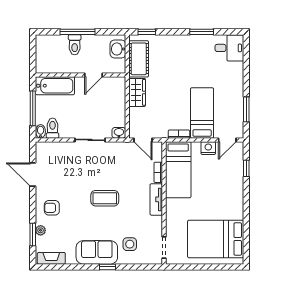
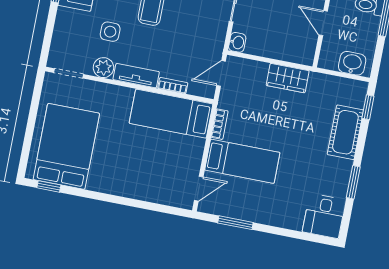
cot: (139, 59) -> (345, 132), moved, turned 90
door: (227, 140) -> (199, 189), swing flipped
nightstand: (208, 148) -> (193, 160), removed
window: (246, 168) -> (49, 186), moved
plant: (155, 224) -> (103, 68), added
side table: (130, 244) -> (110, 32), moved

